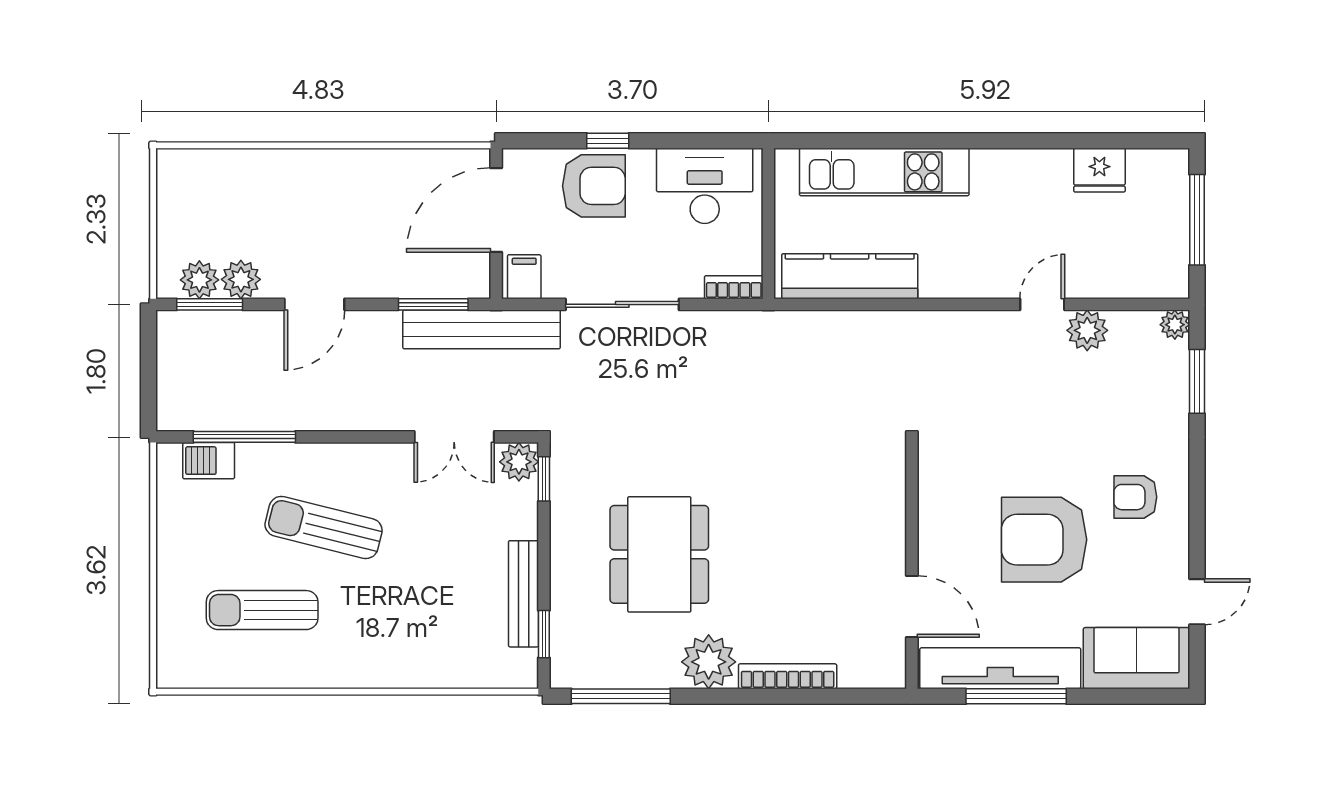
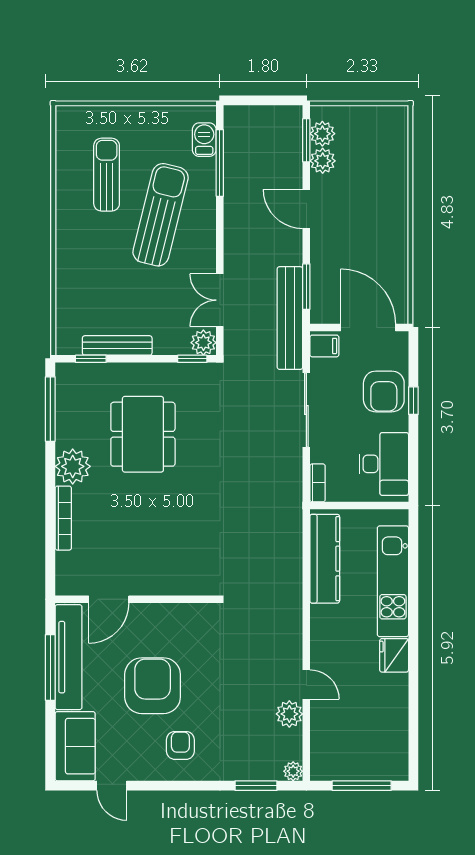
fridge: (1099, 170) -> (394, 655), moved
sun lounger: (324, 527) -> (161, 215), width x1.36, depth x1.34
dining table: (659, 554) -> (143, 434), turned 90

